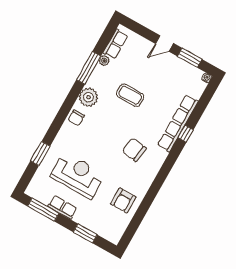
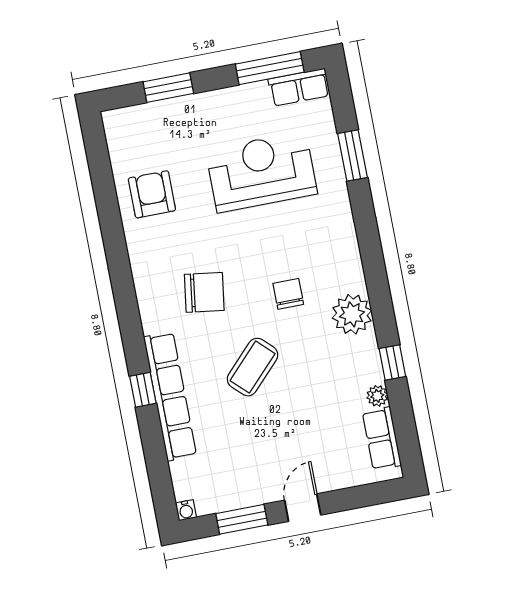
window: (89, 68) -> (392, 362), width x0.46
coffee table: (130, 95) -> (253, 367), moved, turned -46
chair: (76, 118) -> (288, 294), moved
reception desk: (78, 175) -> (261, 172), turned 180
row of seats: (62, 207) -> (299, 87), moved

